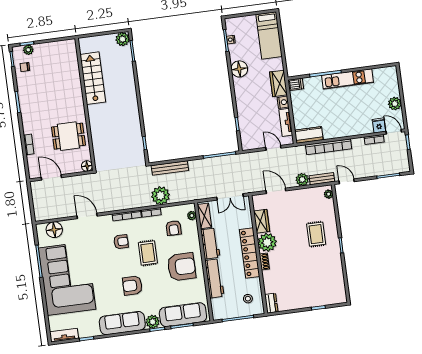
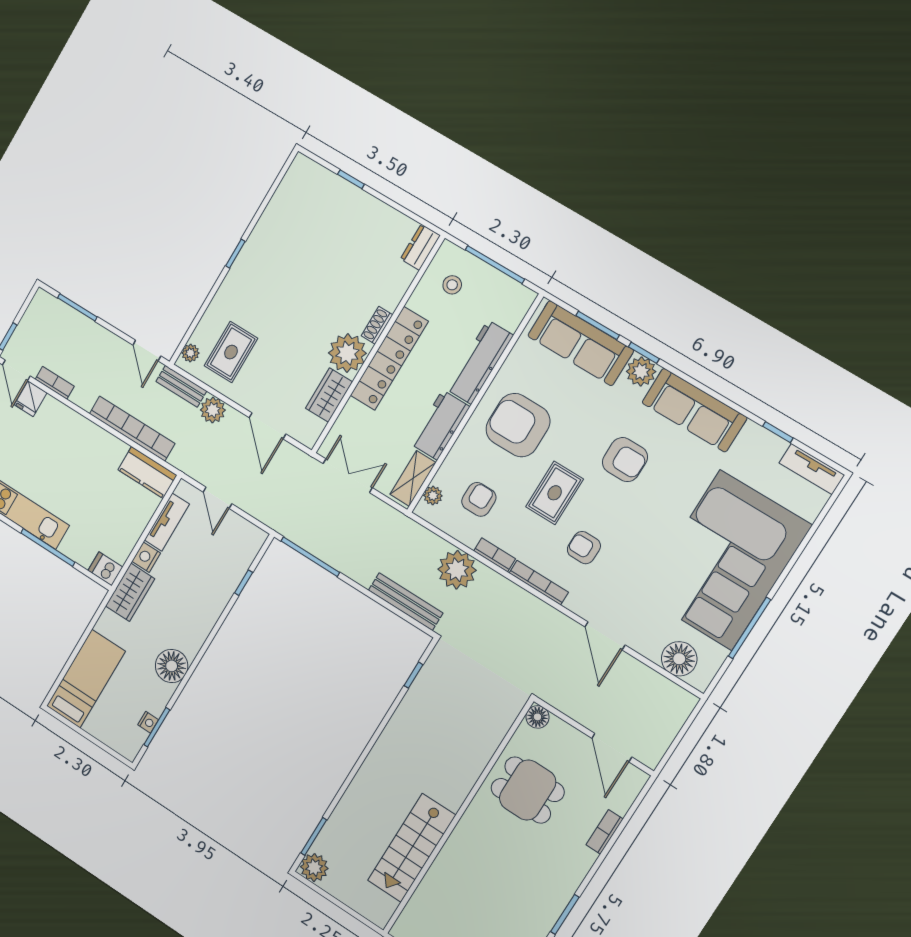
rug: (316, 234) -> (231, 352), moved

